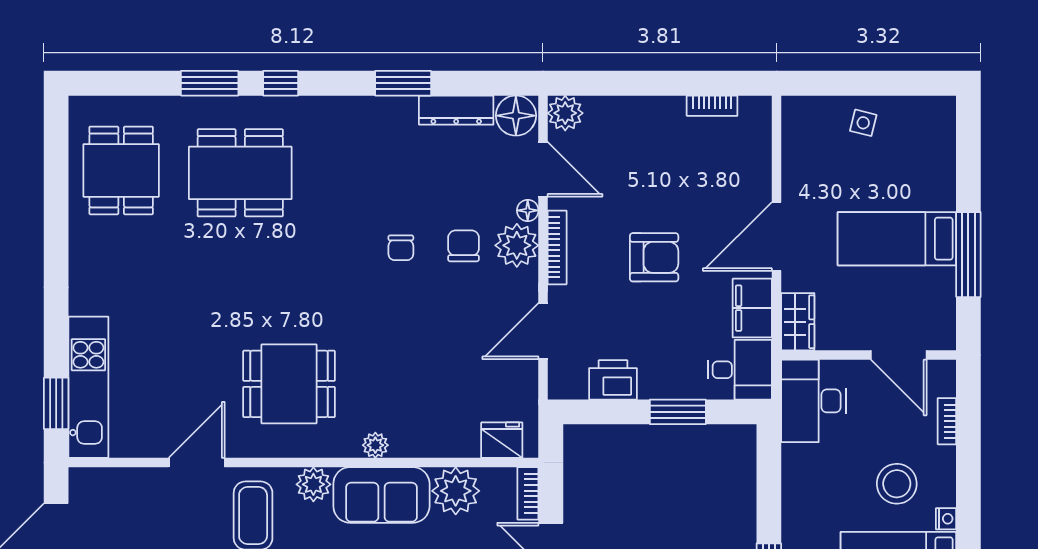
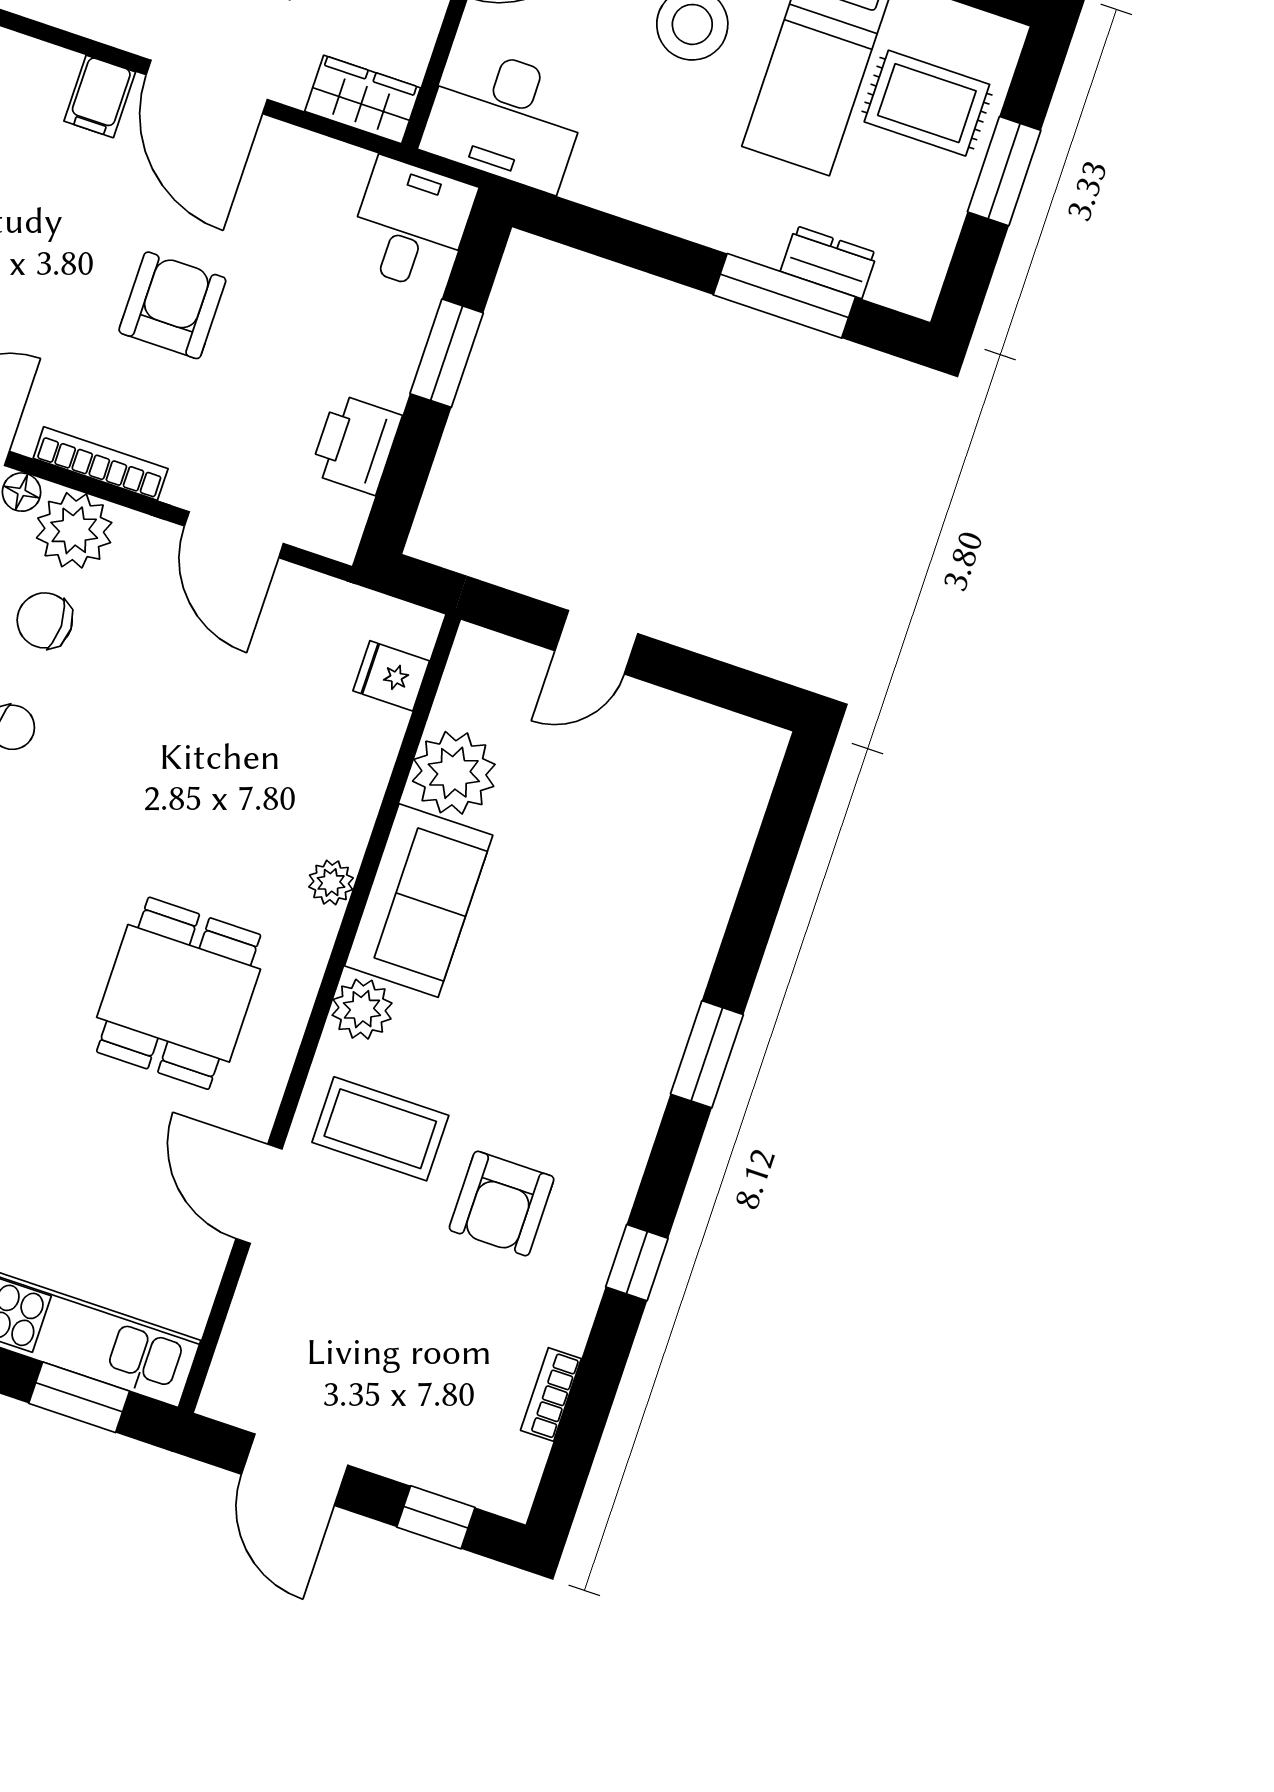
filing cabinet: (752, 308) -> (100, 96), moved, width x0.50
fridge: (502, 440) -> (391, 676), width x0.72
bookcase: (528, 493) -> (499, 652), removed

